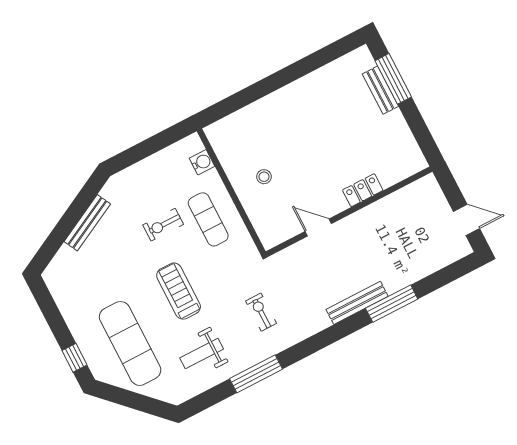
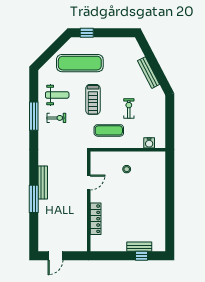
window: (393, 79) -> (142, 256), width x0.46
locker: (363, 190) -> (96, 219), width x1.53
exercise mat: (208, 219) -> (109, 130), moved
treadmill: (179, 291) -> (93, 99), turned 90
exercise bike: (261, 312) -> (56, 118), moved
weight bench: (202, 354) -> (57, 95), turned 90

